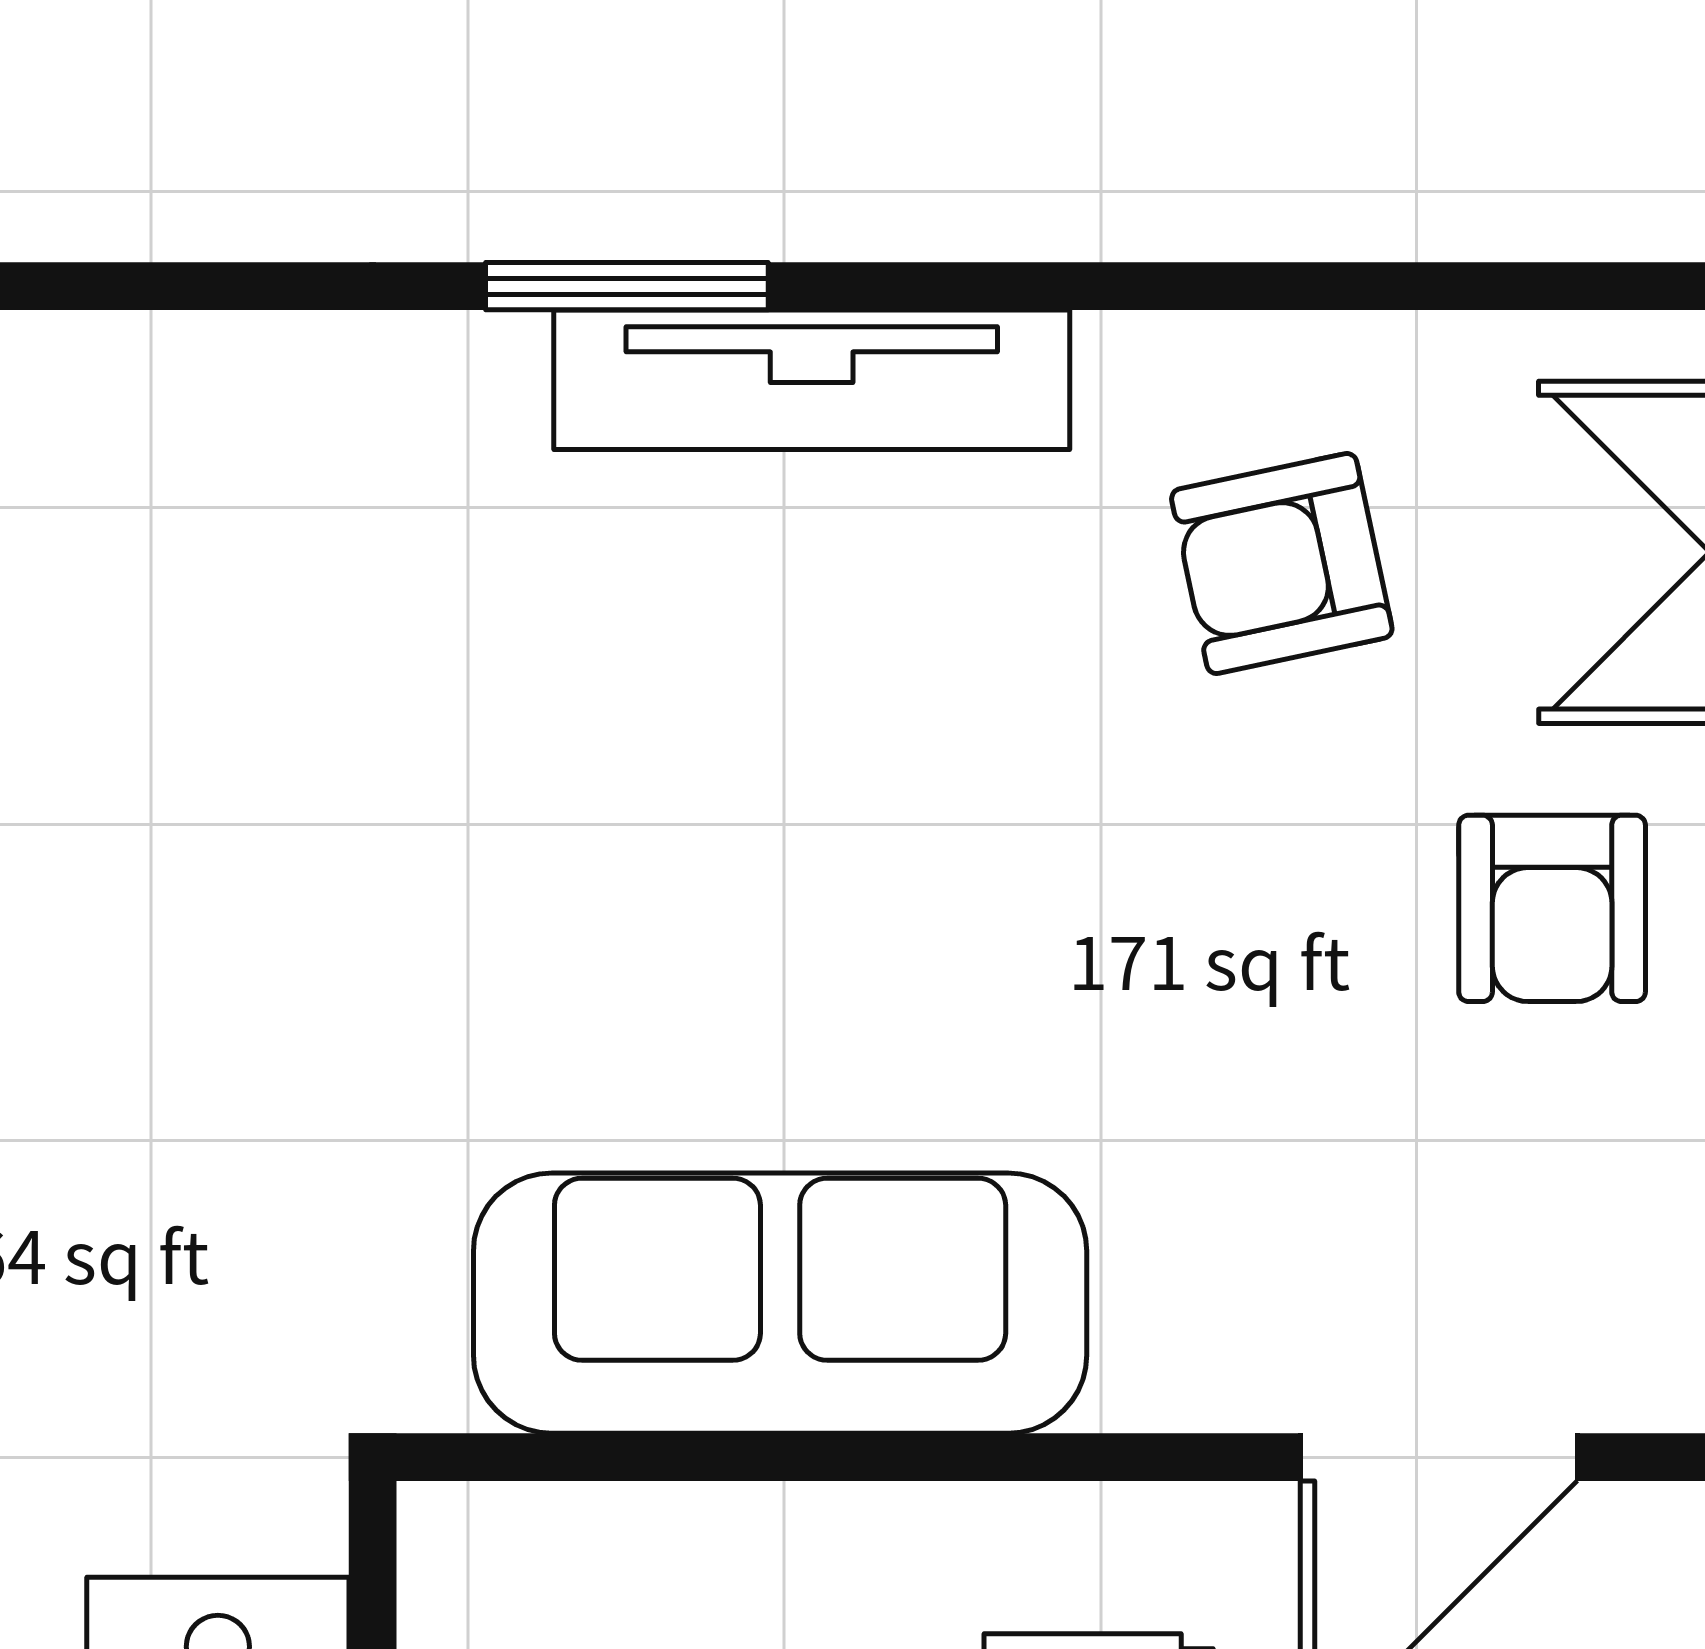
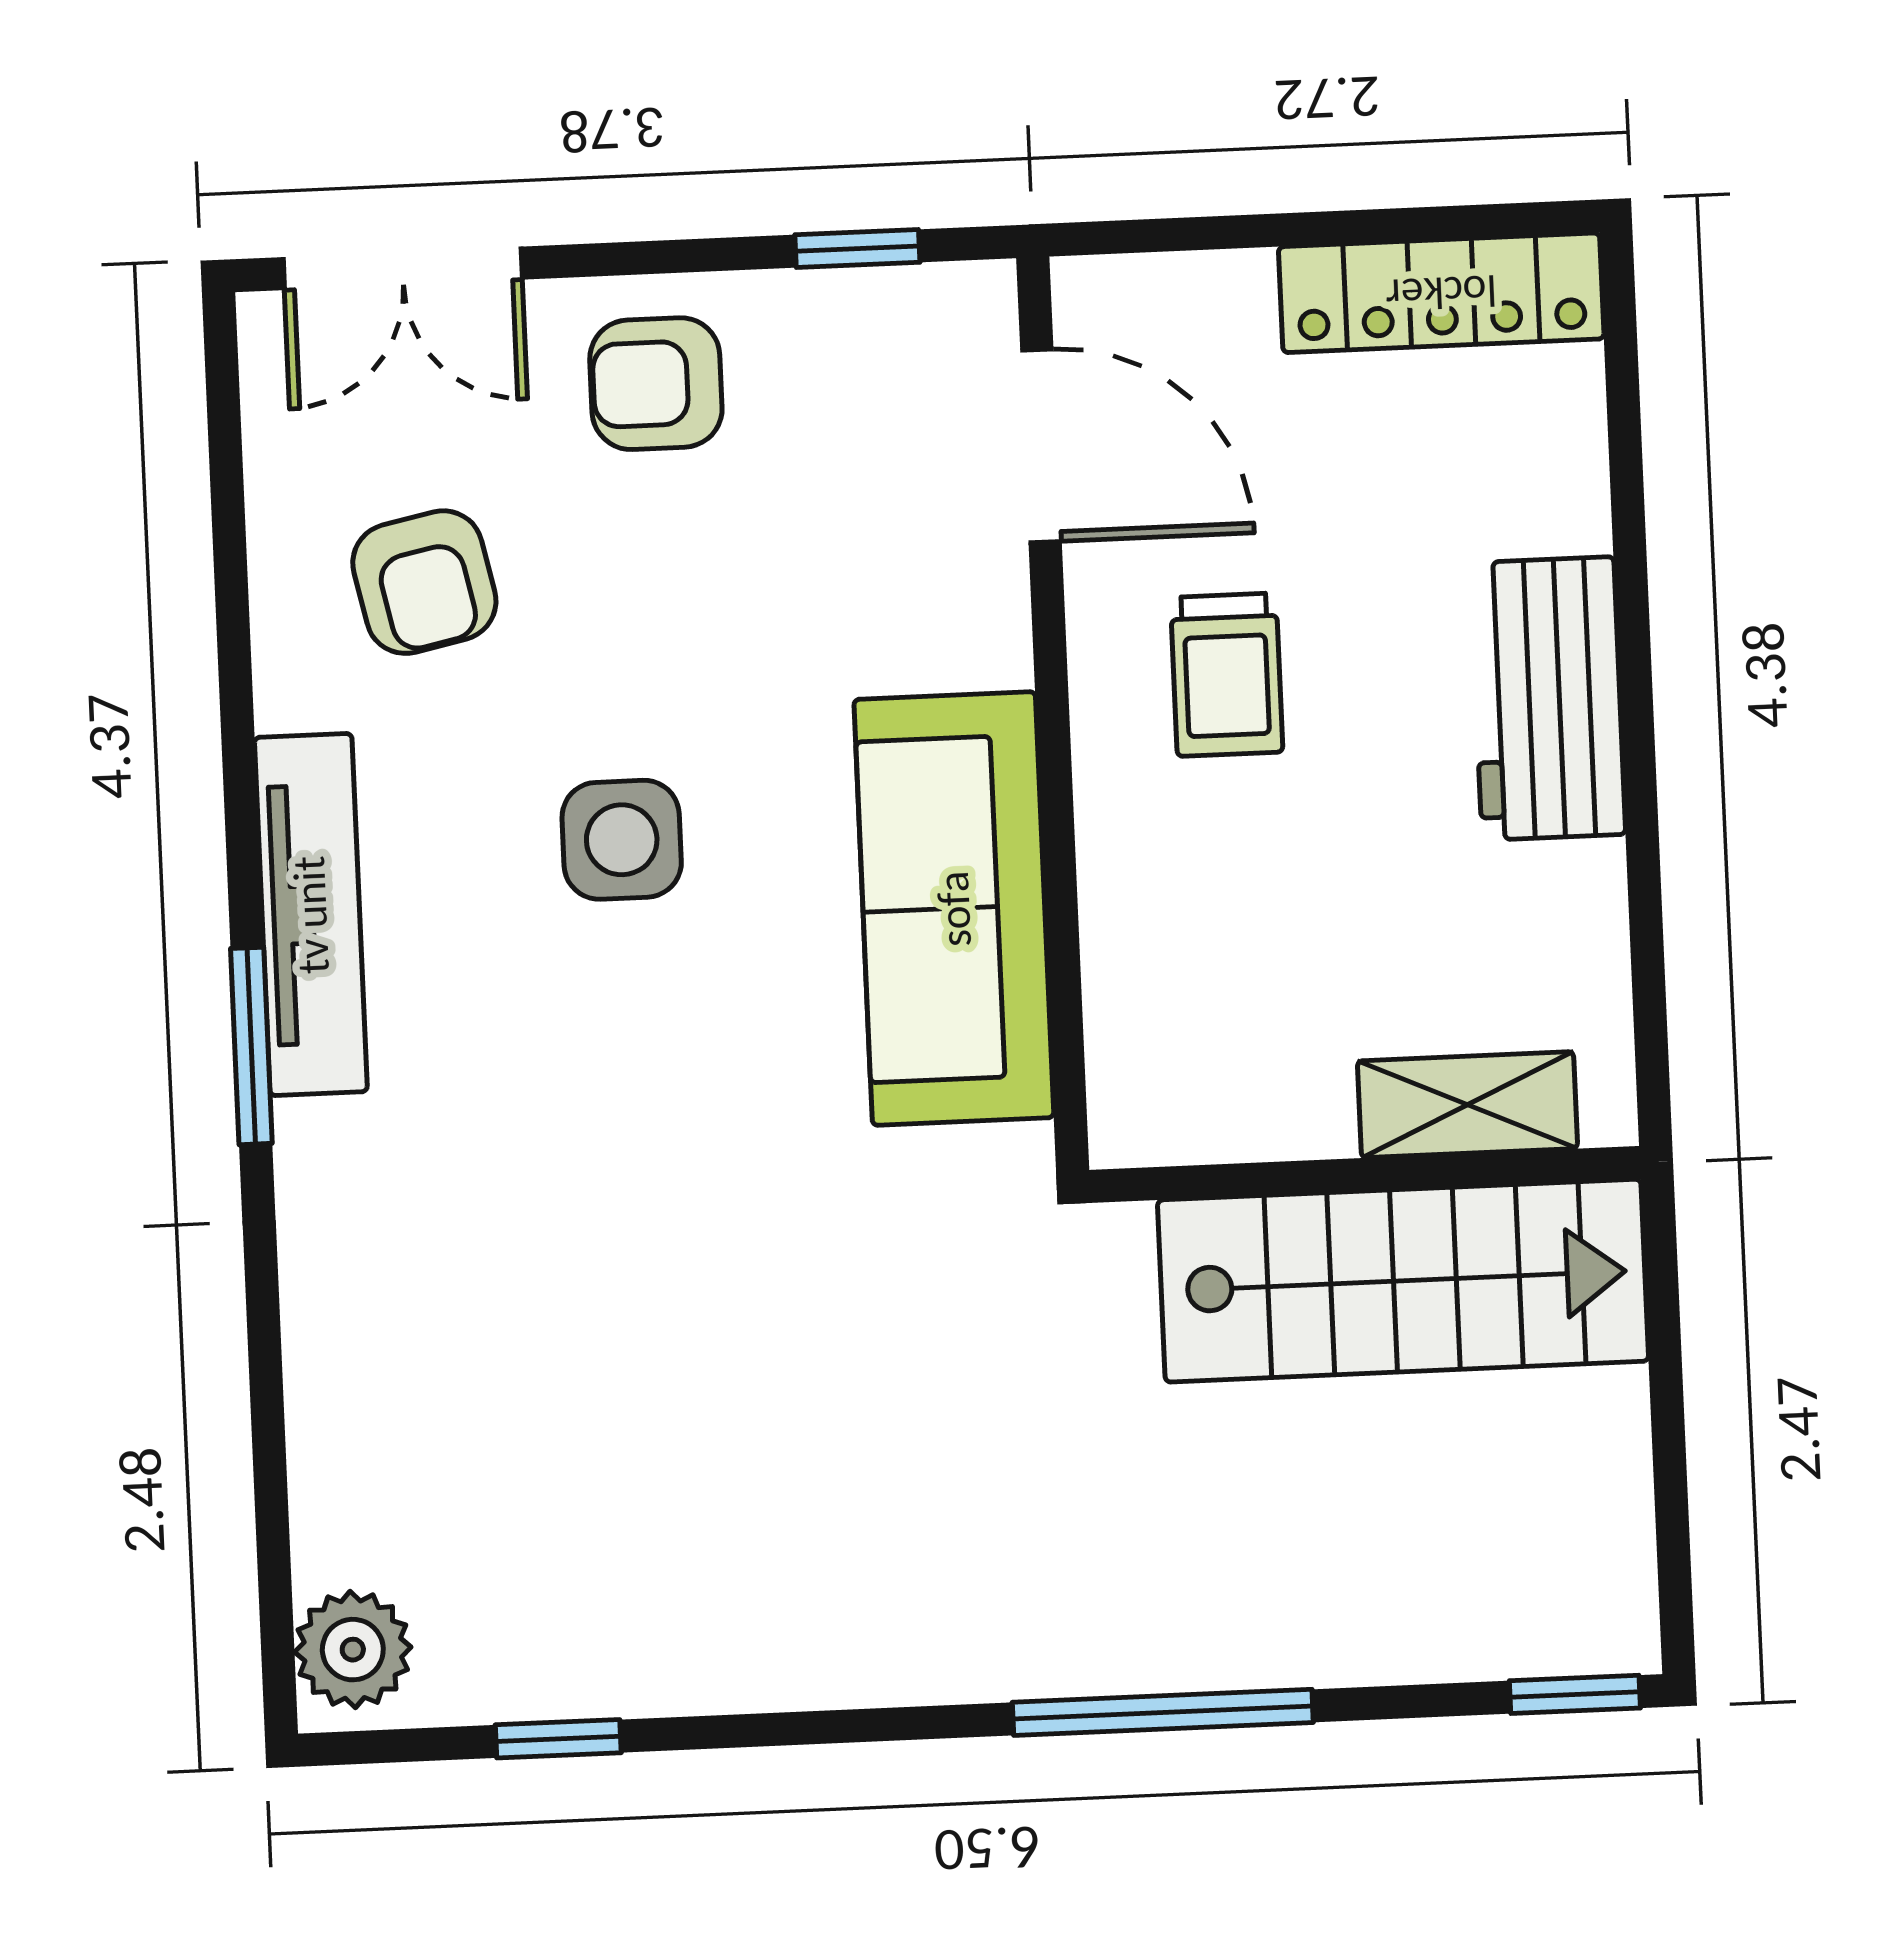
side table: (900, 831) -> (622, 840), added
armchair: (1552, 908) -> (656, 384), turned 180

